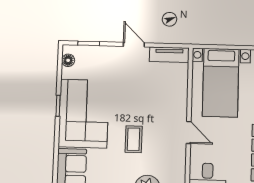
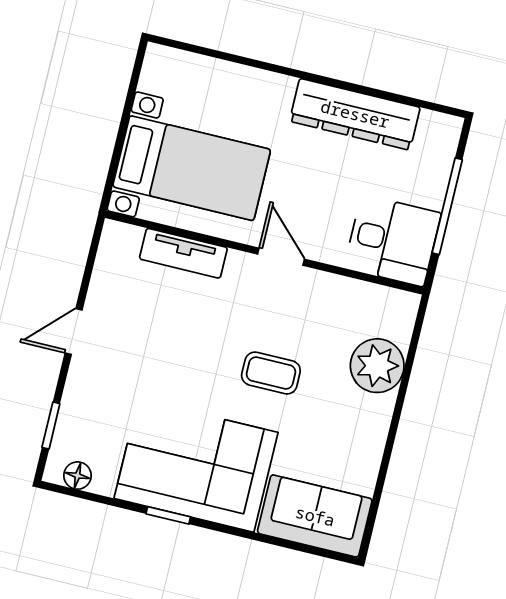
tv unit: (169, 55) -> (183, 253), moved, turned 90
door: (189, 132) -> (281, 257), hinge flipped

